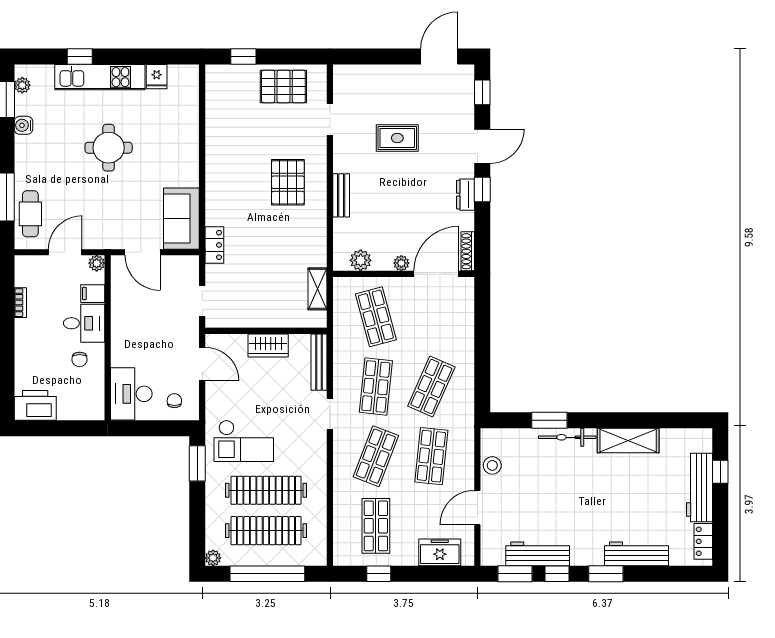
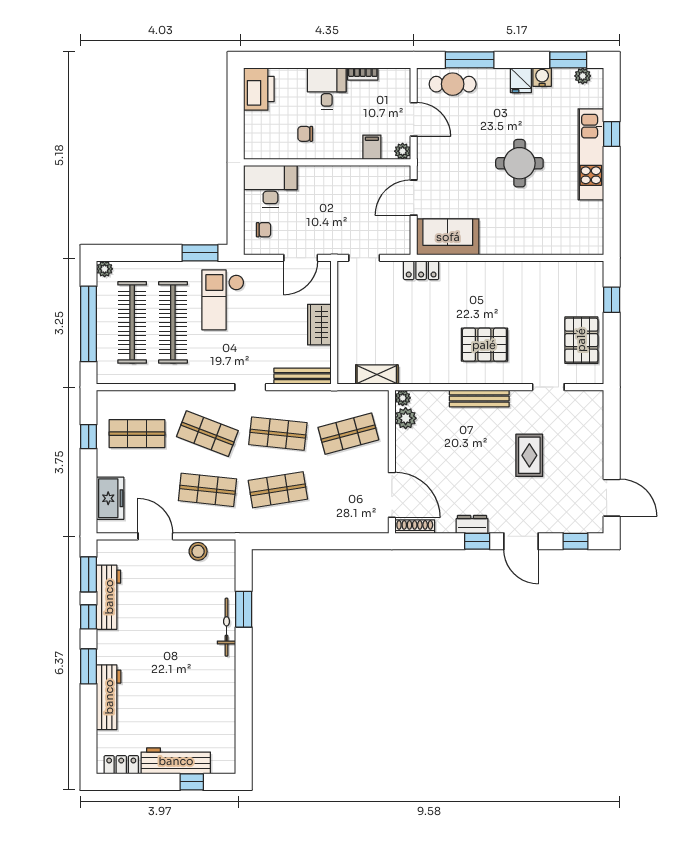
fridge: (157, 77) -> (521, 80), moved, turned -90
bench: (341, 195) -> (479, 398), width x1.36
plant: (401, 263) -> (403, 398), moved
desk: (84, 323) -> (327, 89), moved, turned 180
shop shelf: (431, 387) -> (278, 490), turned -33
shelving: (628, 441) -> (223, 689), removed

